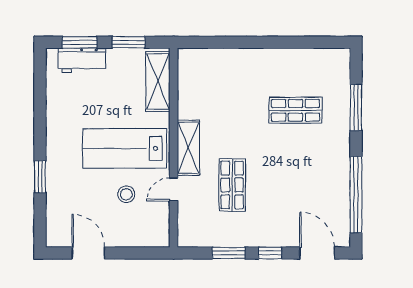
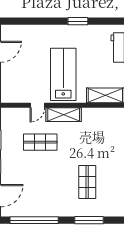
window: (40, 177) -> (78, 21), moved
door: (174, 189) -> (37, 105), swing flipped
stool: (126, 194) -> (34, 75), removed

